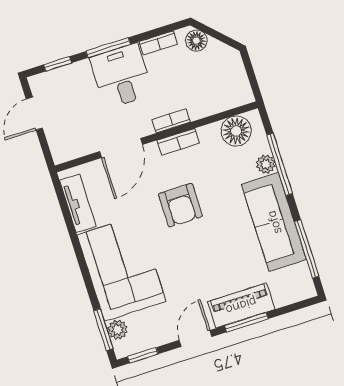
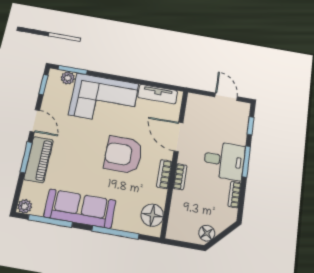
floor lamp: (196, 41) -> (207, 233), moved
plant: (266, 164) -> (25, 206), moved
armchair: (180, 205) -> (123, 155), width x1.36, depth x1.36

